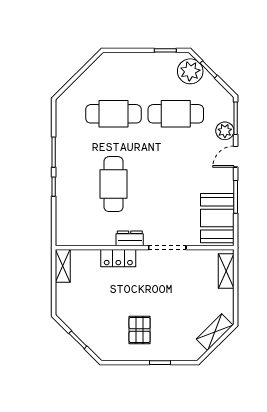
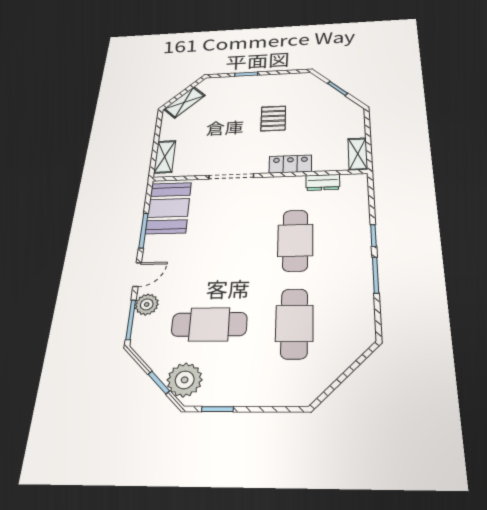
cafe table: (113, 114) -> (294, 323), turned 90
dresser: (130, 238) -> (323, 182), moved
pallet: (140, 330) -> (273, 118), moved

